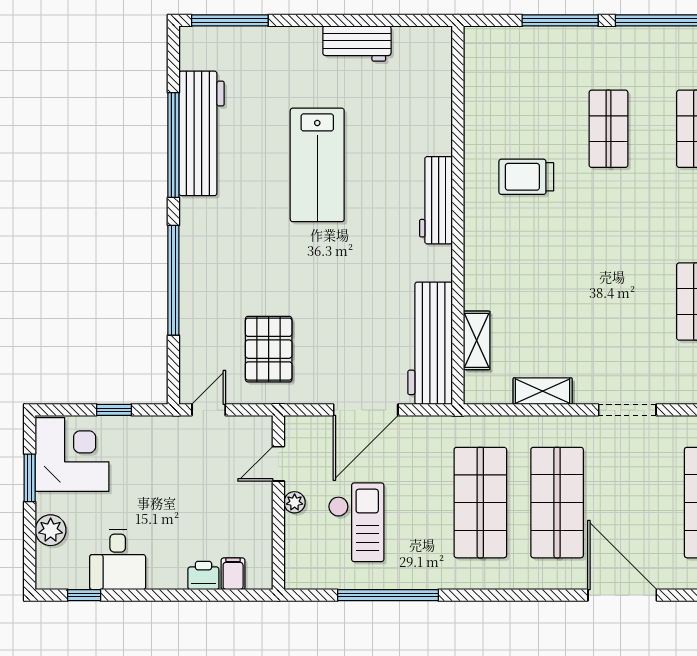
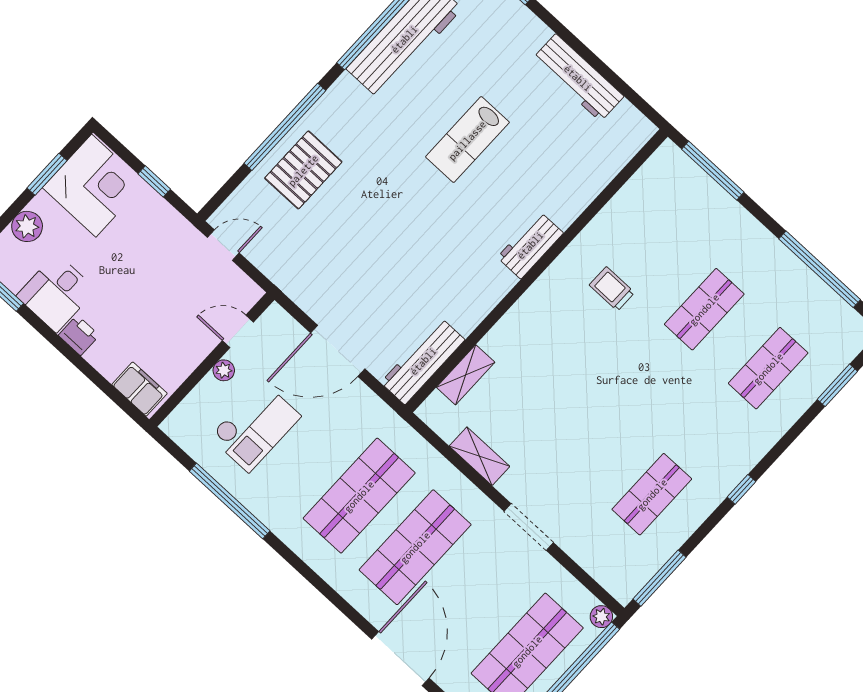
window: (560, 20) -> (713, 171), moved
workbench: (357, 44) -> (578, 78), width x1.38
lab bench: (317, 165) -> (467, 140), width x0.73, depth x0.72
trolley: (526, 177) -> (612, 289), width x0.73, depth x0.72
workbench: (436, 200) -> (530, 245), width x0.73
workbench: (430, 343) -> (423, 361), width x0.73, depth x0.76
pallet: (269, 349) -> (303, 170), moved
filing cabinet: (233, 574) -> (139, 389), width x2.00
printer: (203, 575) -> (79, 335), moved

